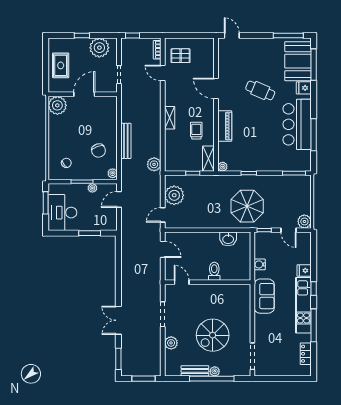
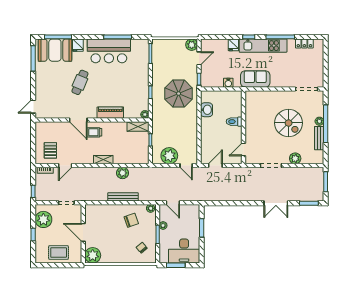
door: (216, 88) -> (78, 120), hinge flipped
trolley: (196, 131) -> (94, 132), moved
plant: (154, 164) -> (123, 173), moved

